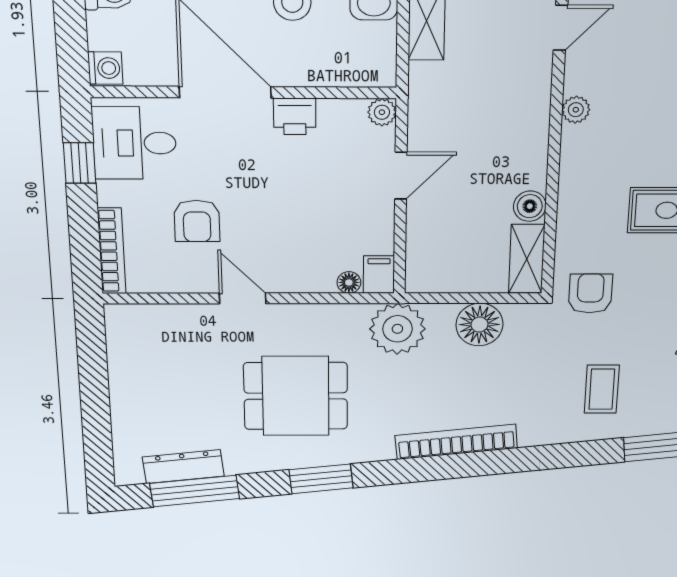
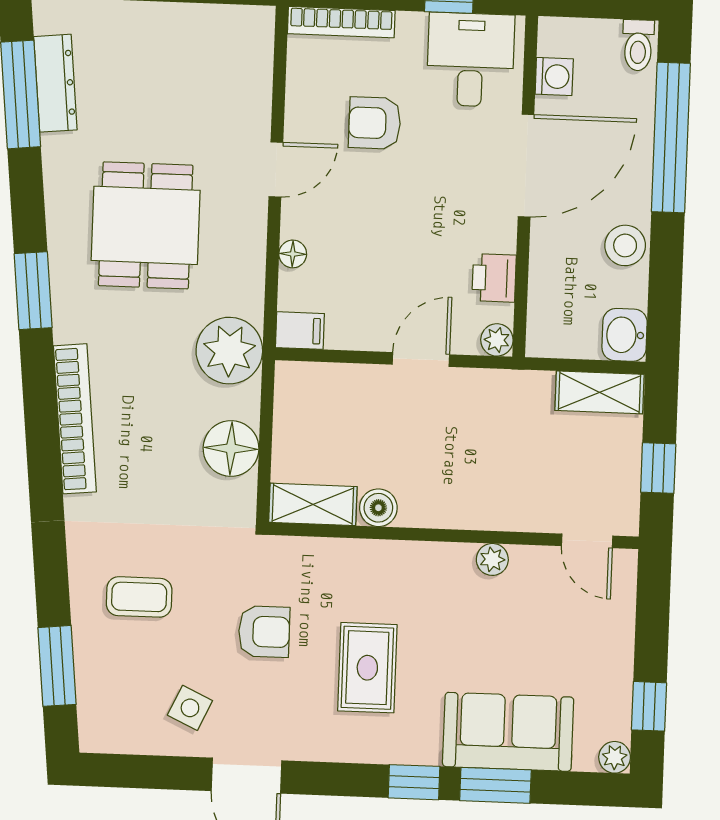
washing machine: (105, 68) -> (554, 76), moved, turned -90
printer: (295, 116) -> (494, 278), moved
door: (401, 176) -> (421, 359), swing flipped
floor lamp: (349, 282) -> (293, 254), moved
armchair: (590, 293) -> (264, 632), moved
window: (321, 479) -> (33, 291), moved

